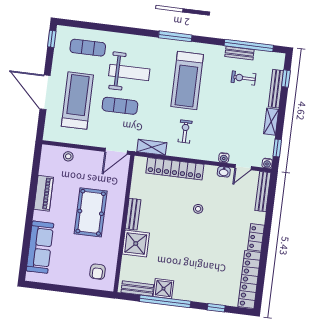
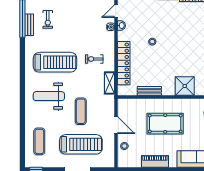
window: (175, 36) -> (22, 76), removed
weight bench: (129, 72) -> (49, 96), moved, turned -90
treadmill: (77, 101) -> (81, 144), turned 180
door: (116, 151) -> (116, 125), moved
door: (243, 167) -> (116, 11), swing flipped
bench: (133, 214) -> (149, 91), moved

